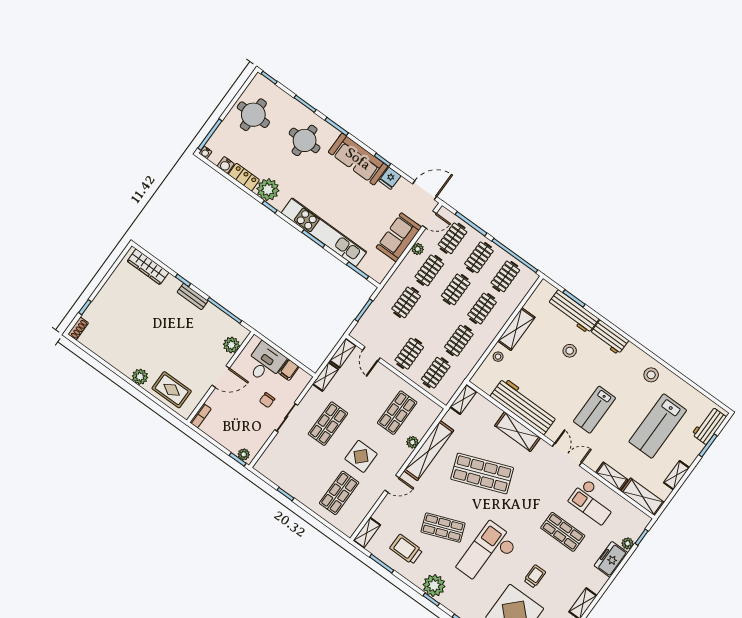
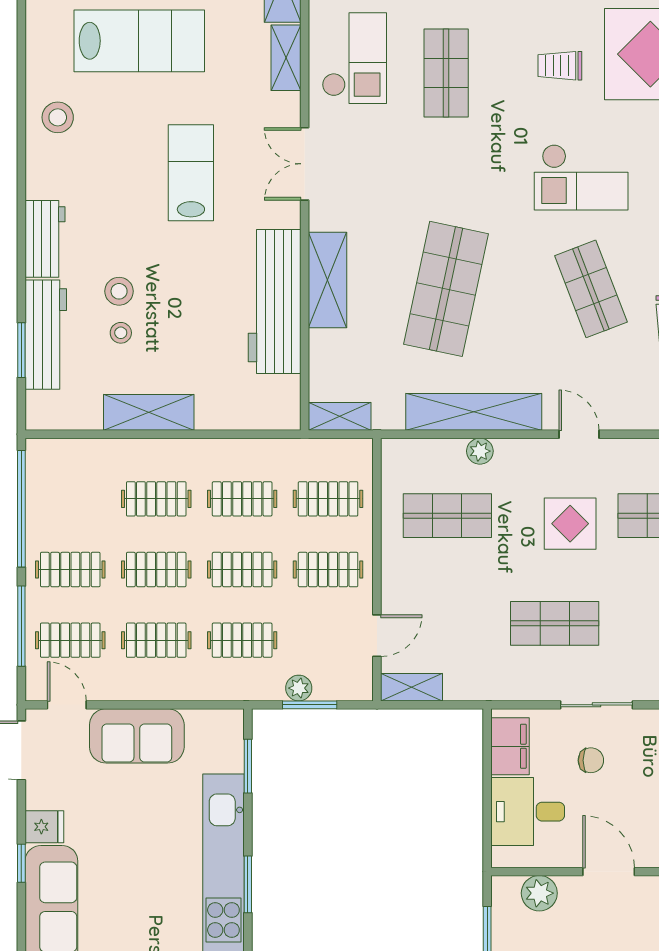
plant: (418, 249) -> (299, 688), moved
clothes rail: (505, 276) -> (242, 570), moved
stool: (498, 357) -> (121, 333), moved
filing cabinet: (289, 370) -> (510, 746), width x2.00
shelving: (326, 377) -> (475, 687), removed
lab bench: (594, 410) -> (191, 173), turned -90
shop shelf: (482, 473) -> (446, 289), turned 33
checkout: (487, 554) -> (581, 177), width x0.73, depth x0.83

